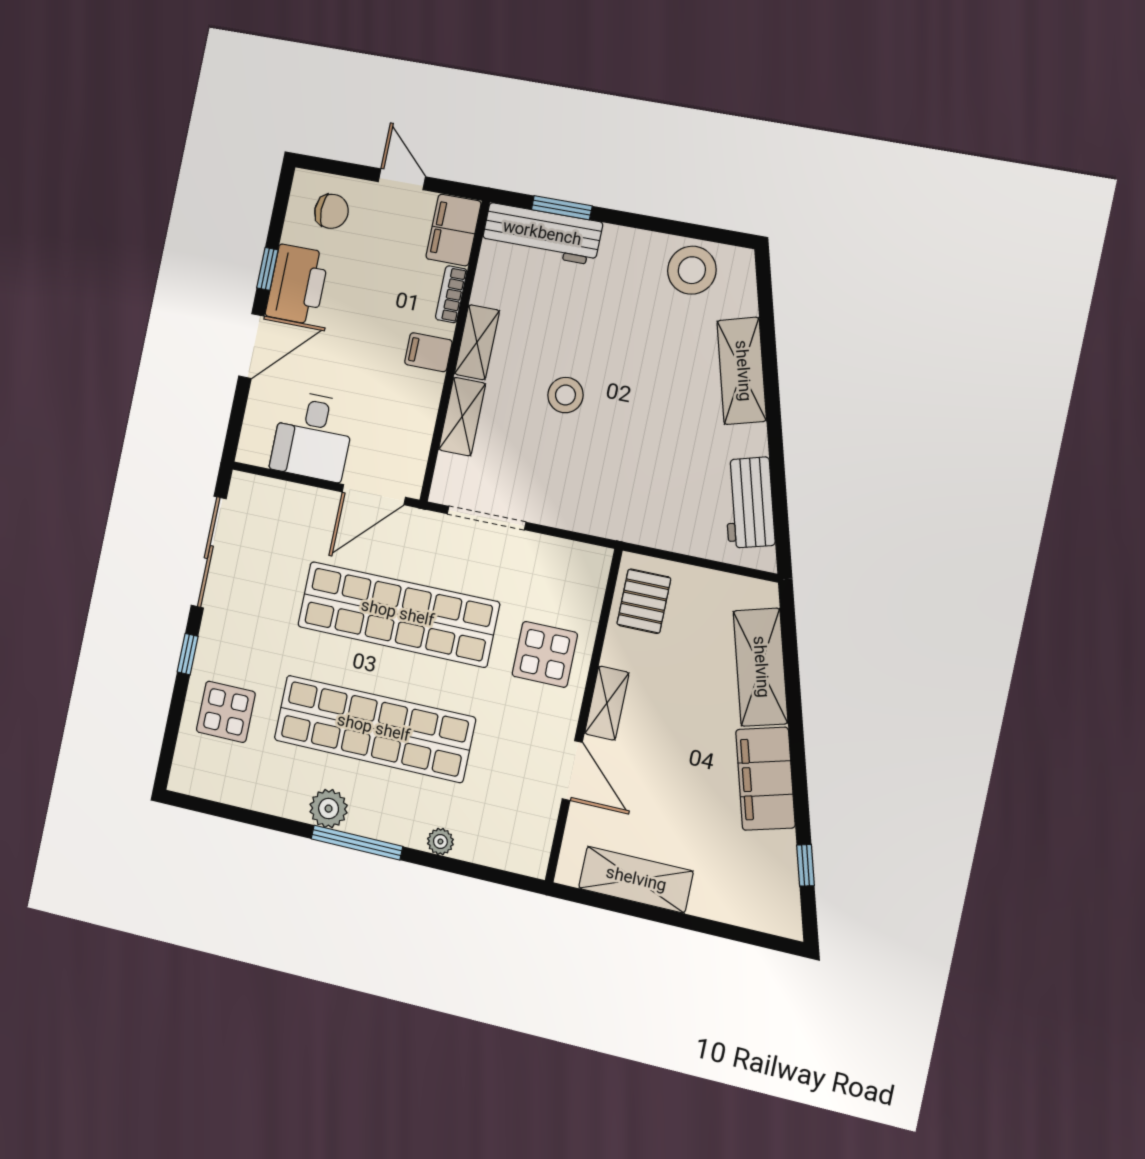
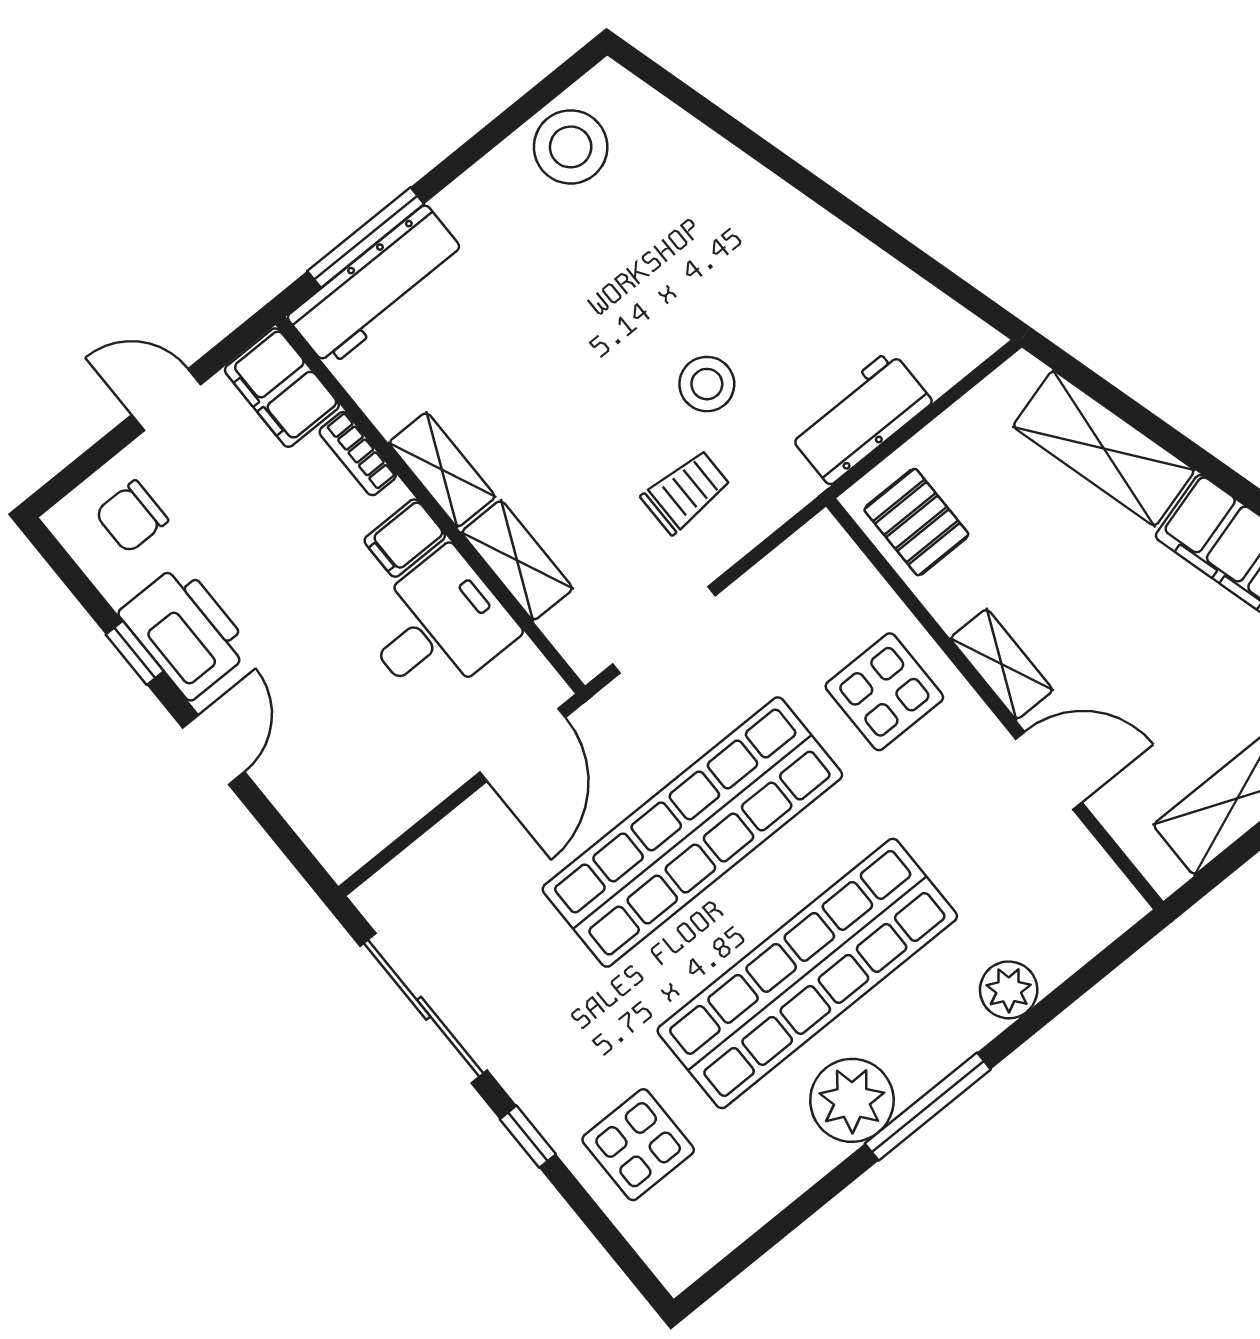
window: (562, 208) -> (366, 238), width x1.44
chair: (332, 211) -> (132, 517), turned 180
door: (251, 346) -> (213, 750), width x0.73
shelving: (742, 371) -> (738, 187), removed
stool: (565, 395) -> (707, 384), moved
desk: (313, 436) -> (438, 627), moved, turned -90
trolley: (564, 472) -> (686, 492), added
workbench: (749, 503) -> (860, 417), moved, turned 106
plant: (329, 809) -> (852, 1100), width x1.36, depth x1.36
plant: (440, 842) -> (1009, 990), width x1.38, depth x1.38

